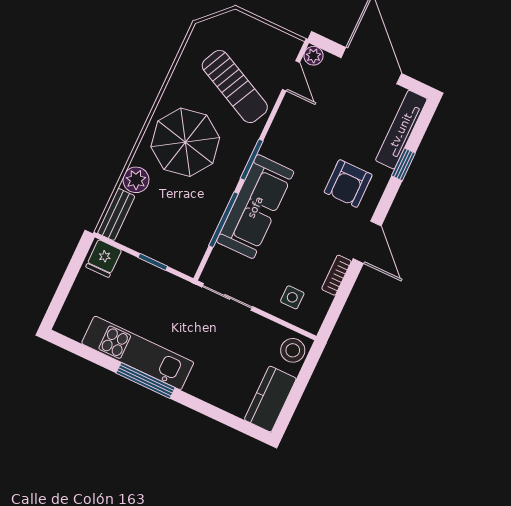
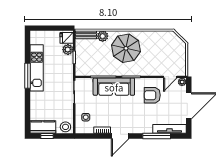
sun lounger: (235, 86) -> (156, 57), removed
window: (403, 164) -> (157, 136), width x2.17
armchair: (348, 184) -> (152, 95), moved
plant: (130, 268) -> (68, 50), added
window: (294, 399) -> (47, 136), added

